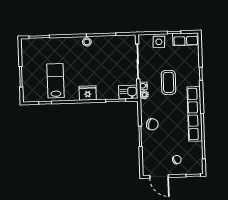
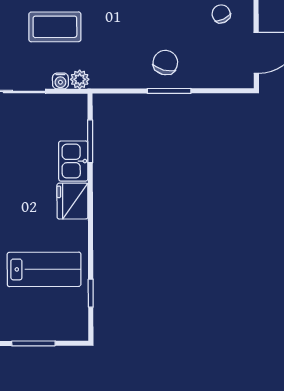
lab bench: (55, 81) -> (44, 269), turned 180
kitchen sink: (128, 92) -> (73, 161), moved
chair: (152, 124) -> (165, 63), moved

